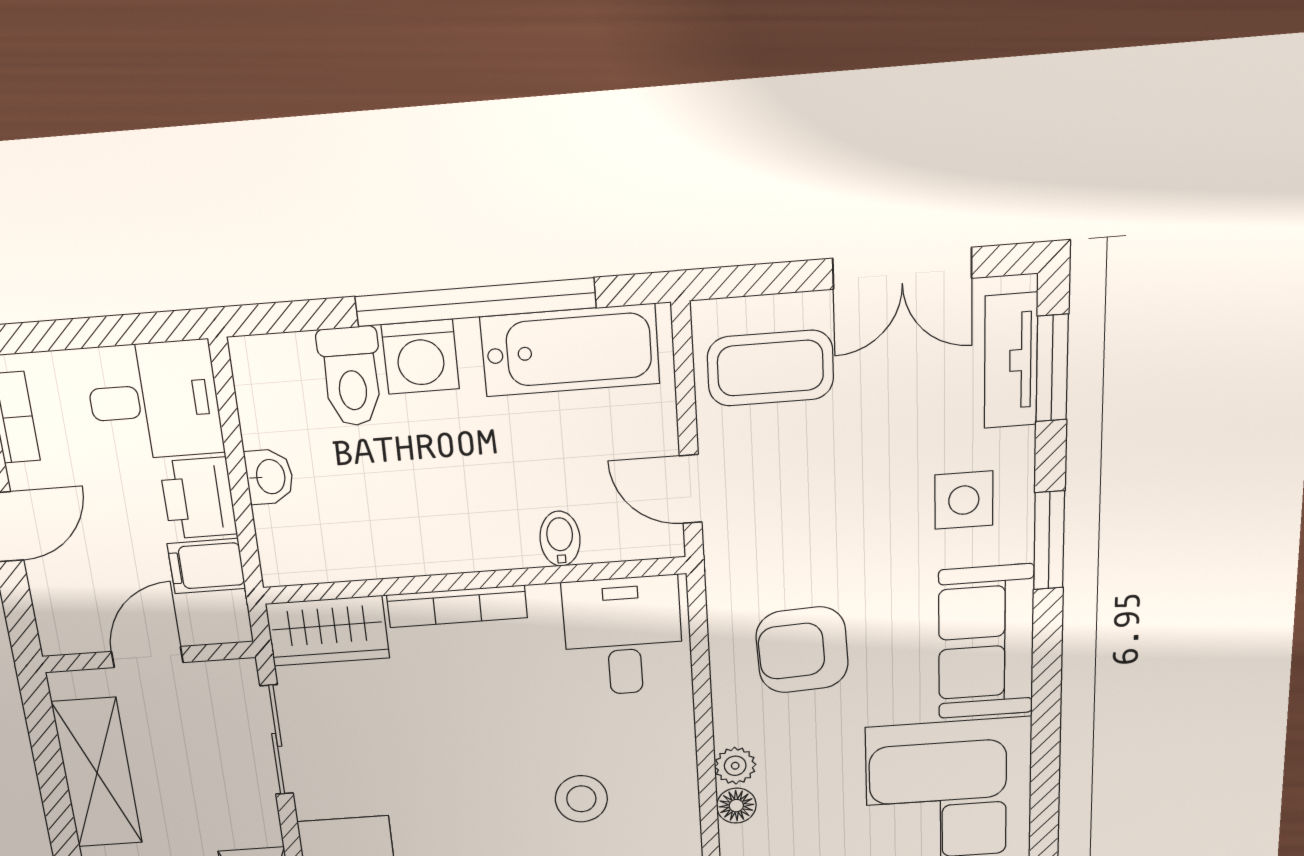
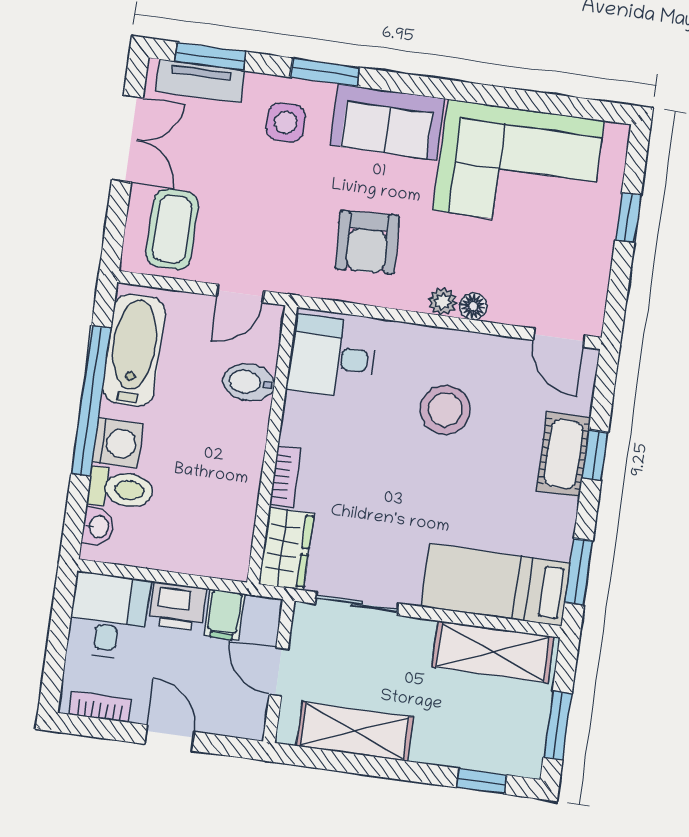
washbasin: (269, 477) -> (98, 527), moved, turned 90
bidet: (560, 539) -> (249, 382), width x1.38, depth x1.36
bookcase: (457, 606) -> (285, 476), width x0.64
stool: (581, 799) -> (445, 410), width x1.38, depth x1.38

